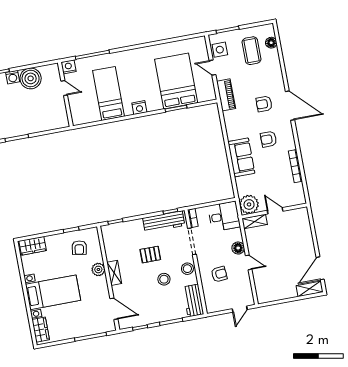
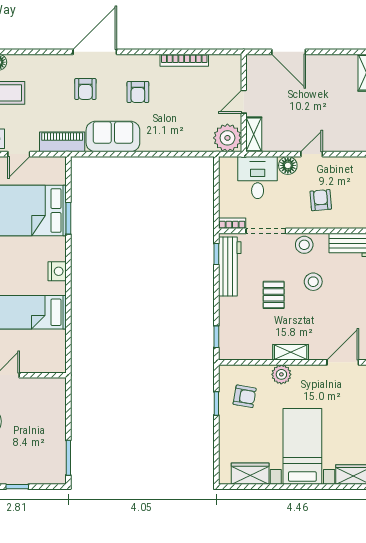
sofa: (241, 157) -> (113, 136), moved
desk: (224, 216) -> (258, 178), moved
wardrobe: (33, 246) -> (250, 474), moved, turned -90
door: (320, 268) -> (289, 52), moved

